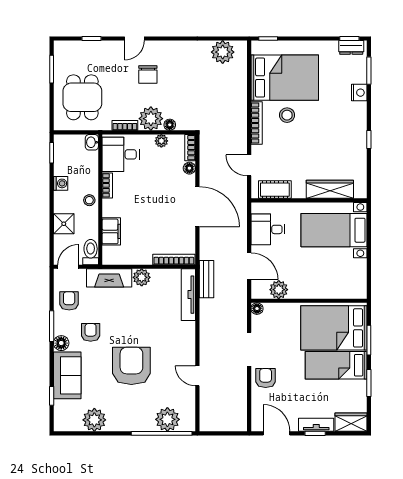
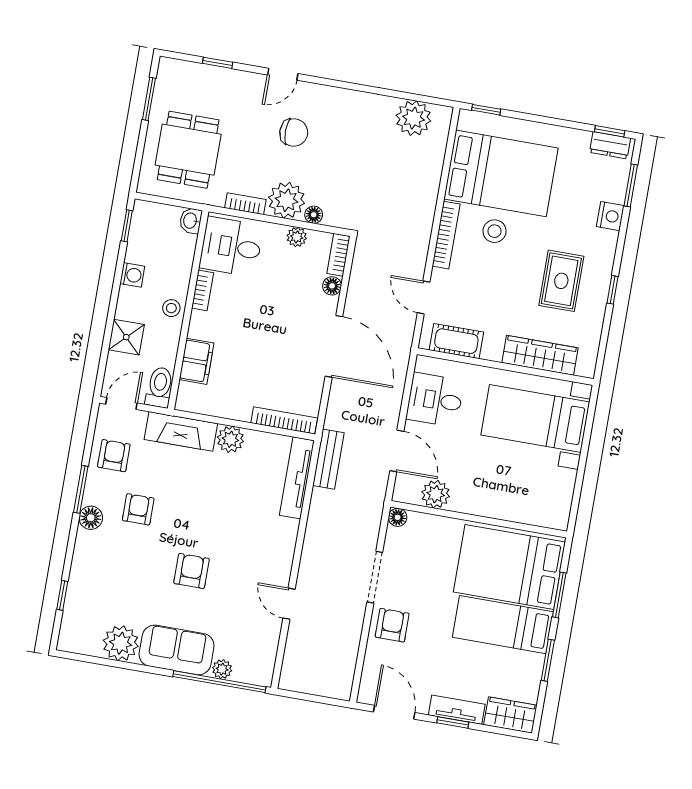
chair: (148, 75) -> (294, 132), turned -90
rug: (335, 139) -> (561, 281), added
armchair: (131, 366) -> (192, 571), width x0.53, depth x0.53
sofa: (67, 375) -> (177, 650), moved, turned -90
plant: (167, 419) -> (222, 669), width x0.53, depth x0.53

